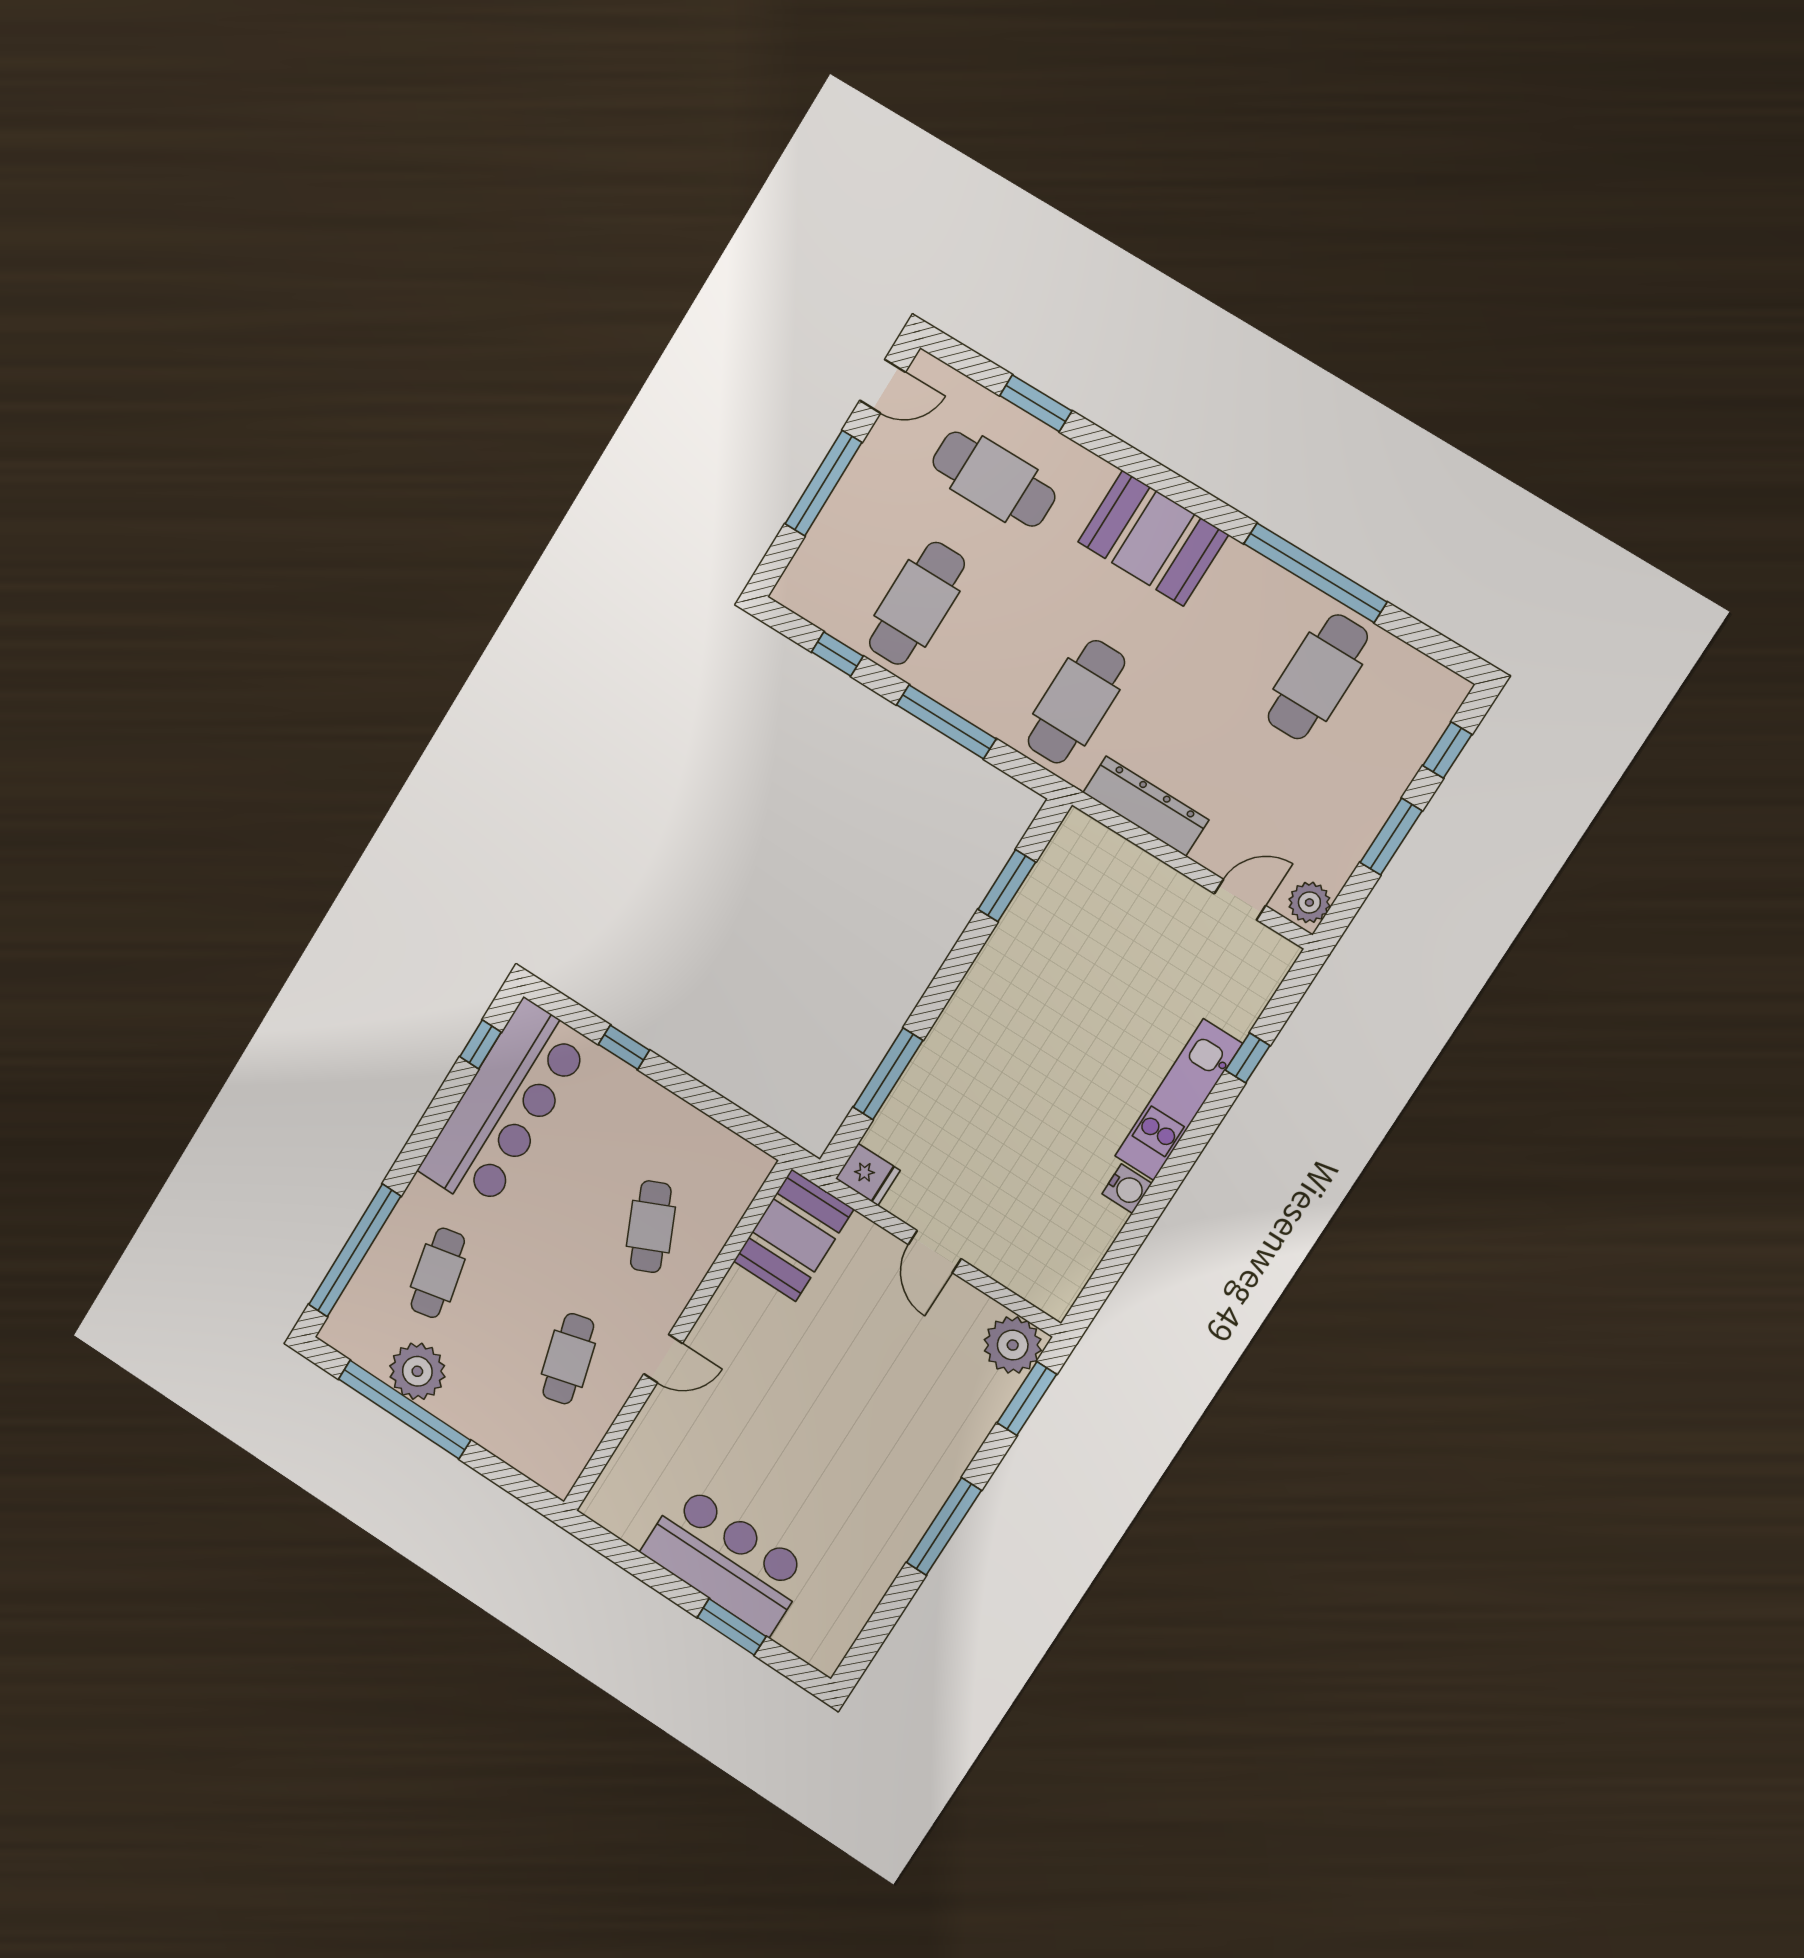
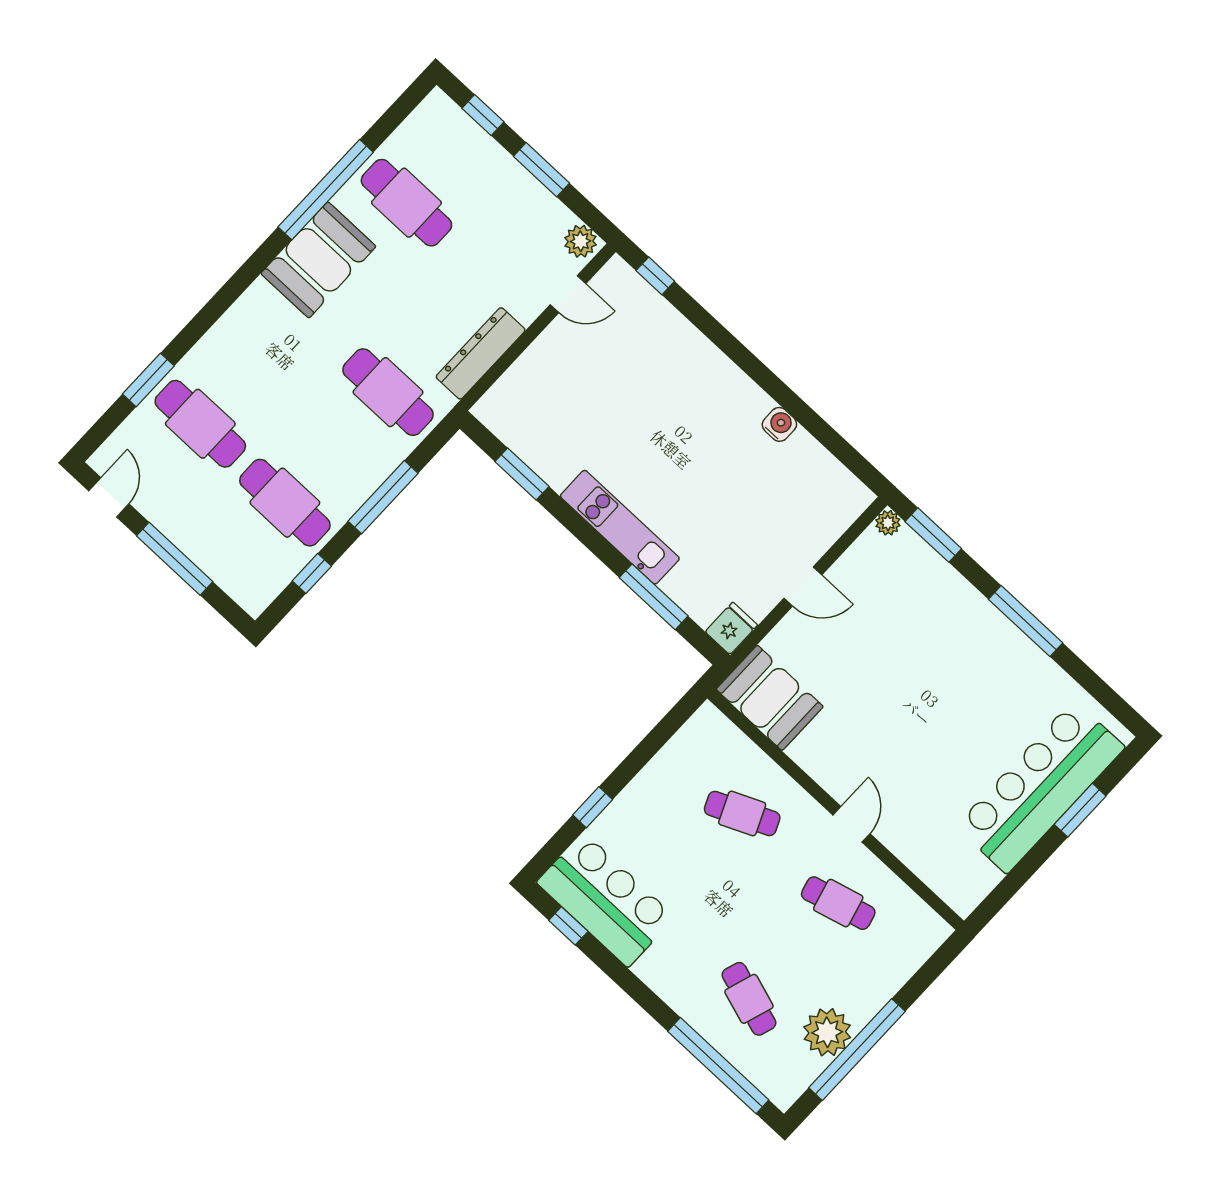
cafe table: (994, 479) -> (200, 424), turned 90
booth: (1153, 538) -> (318, 260), moved
door: (1240, 900) -> (568, 294), swing flipped
window: (1248, 1058) -> (655, 276), moved
kitchen unit: (1179, 1100) -> (620, 527), moved, turned 180
bar counter: (505, 1106) -> (606, 900), width x0.73
cafe table: (438, 1273) -> (749, 999), turned 30
plant: (1013, 1345) -> (888, 523), width x0.53, depth x0.53
bar counter: (726, 1560) -> (1040, 787), width x1.36

